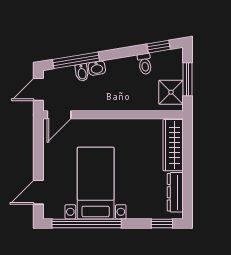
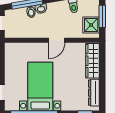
door: (59, 115) -> (57, 40), moved

